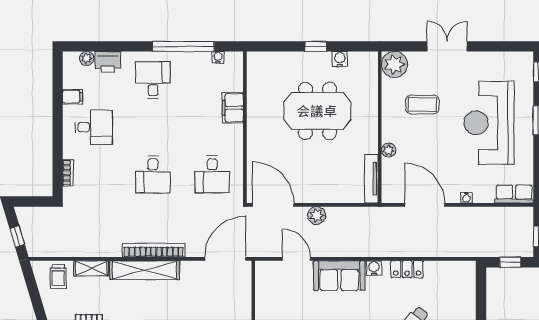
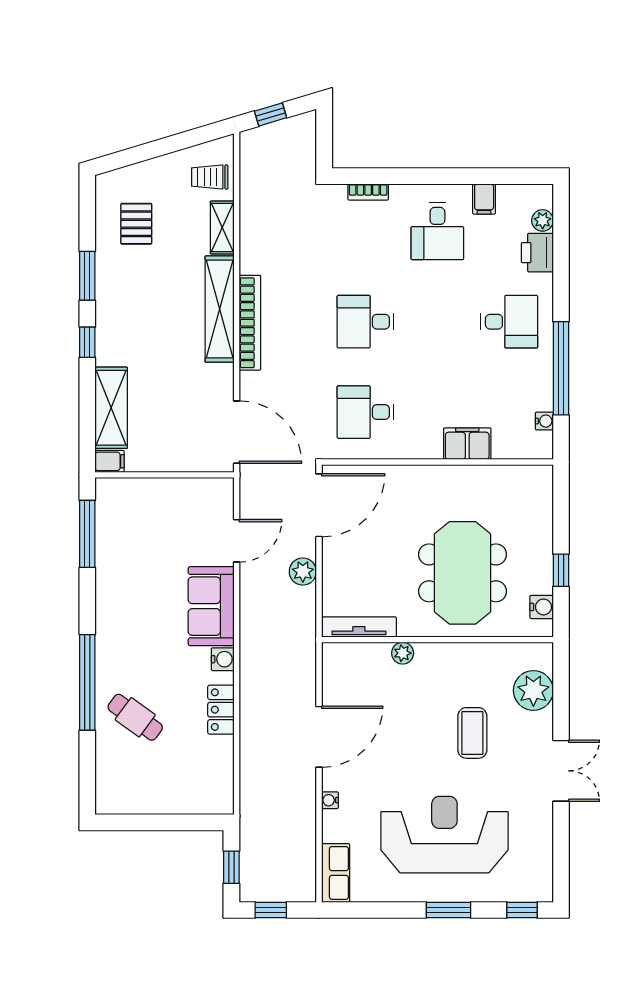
wall: (380, 127) -> (437, 640), moved
plant: (389, 150) -> (403, 653), moved
tv unit: (371, 179) -> (359, 627), moved

